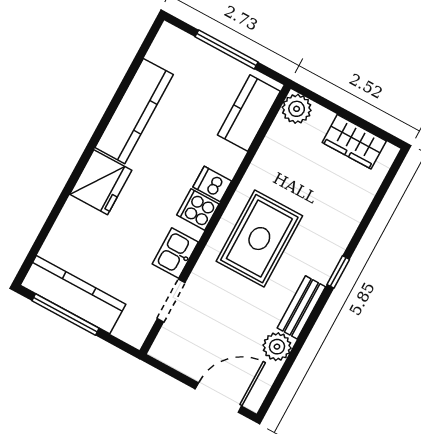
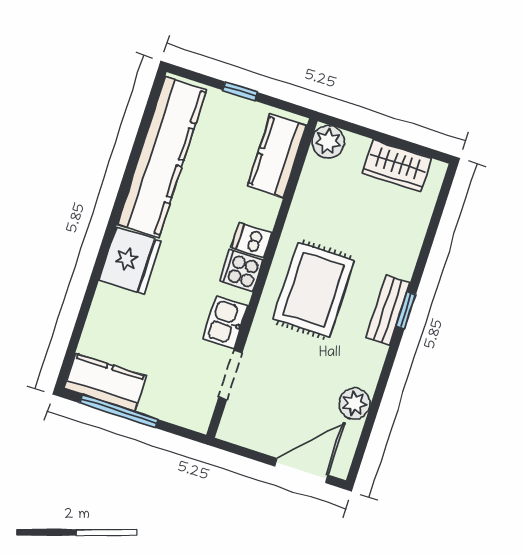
window: (226, 49) -> (240, 91), width x0.46
kitchen counter: (134, 111) -> (162, 157), width x1.39, depth x1.17
kitchen counter: (73, 295) -> (105, 382), width x0.67
bench: (301, 307) -> (388, 310), moved

